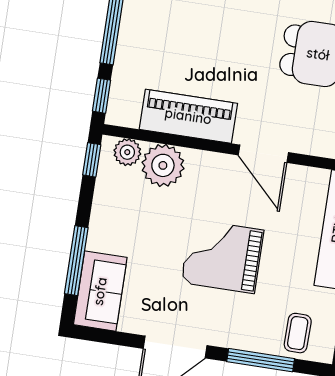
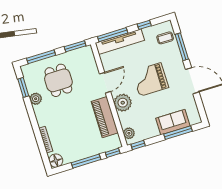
plant: (163, 165) -> (123, 103), moved
grand piano: (222, 256) -> (150, 79), turned 90
sofa: (100, 291) -> (173, 122), moved

